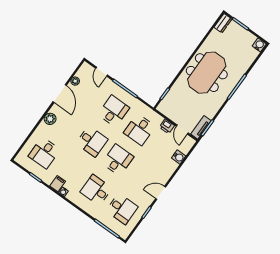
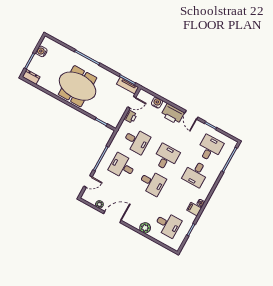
water cooler: (259, 45) -> (42, 51), moved
plant: (50, 119) -> (145, 228), moved
desk: (92, 141) -> (152, 183), turned 90
desk: (118, 160) -> (166, 157), turned 90
printer: (164, 173) -> (173, 114), added

